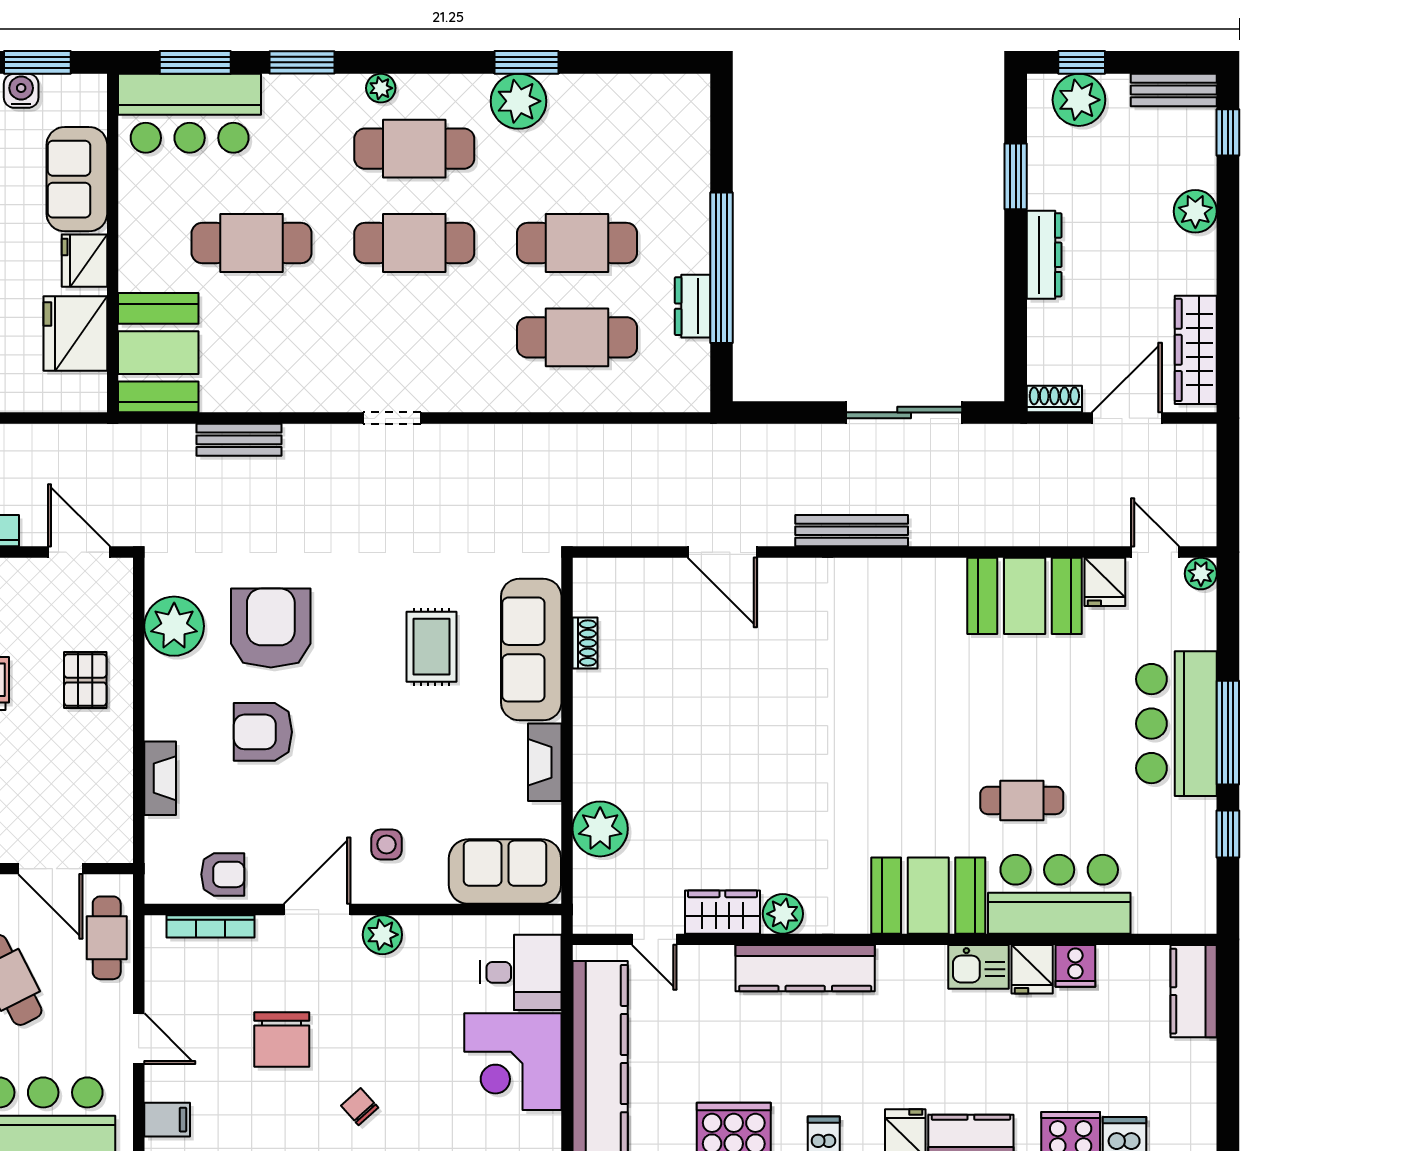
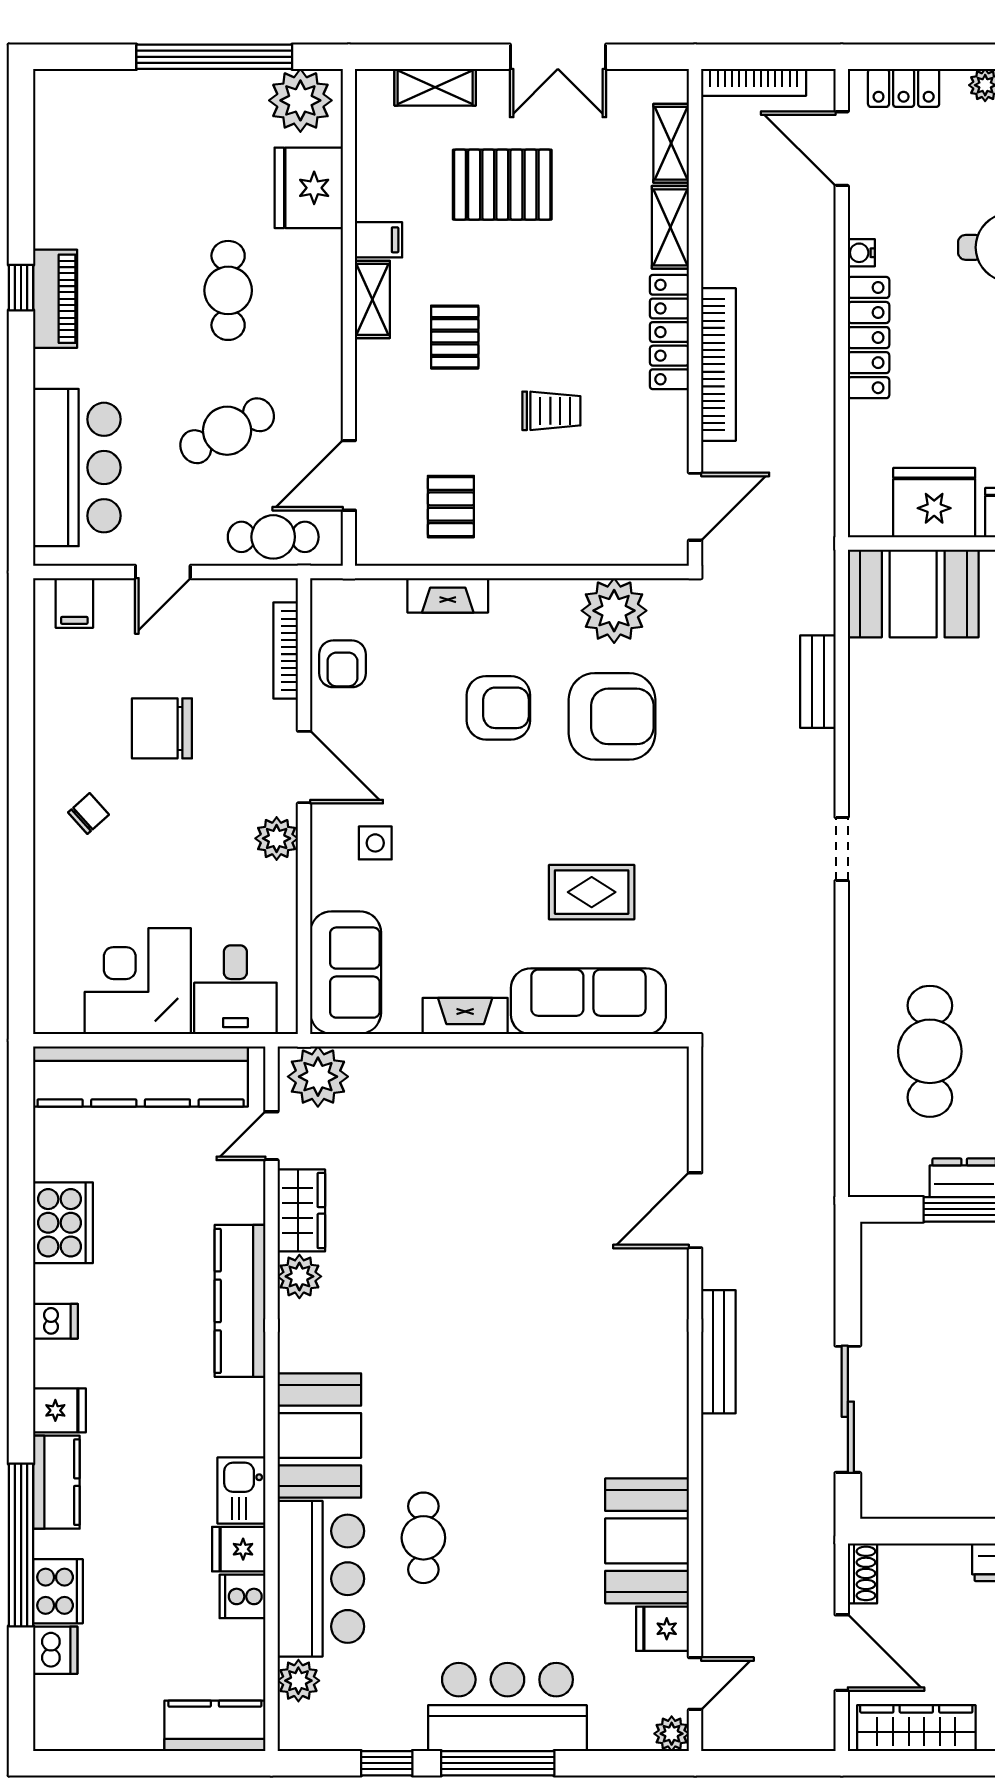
shoe rack: (585, 643) -> (596, 1060), removed
pallet: (85, 680) -> (451, 507), moved, turned 90
armchair: (263, 732) -> (498, 708), turned 90
plant: (600, 829) -> (318, 1077), moved
plant: (1152, 915) -> (298, 1681), added

